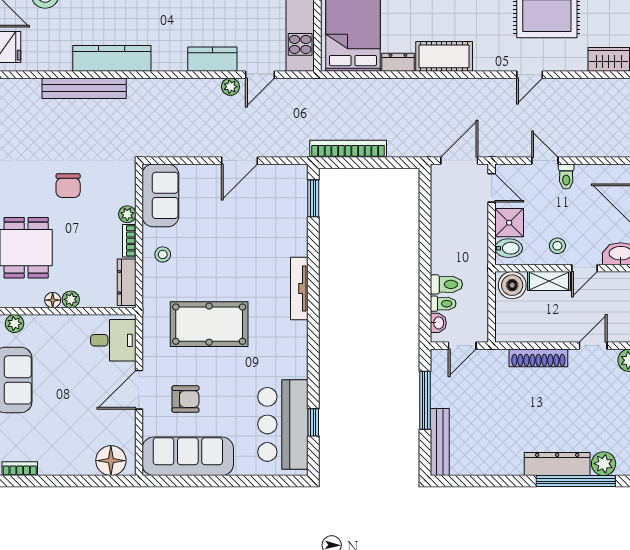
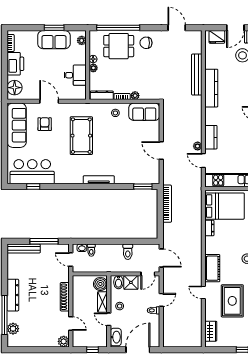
cot: (444, 56) -> (212, 268), moved
chair: (68, 186) -> (146, 43), moved
toilet: (446, 284) -> (128, 252), moved
desk: (113, 340) -> (75, 75), moved, turned -90
armchair: (186, 399) -> (45, 124), turned 180
printer: (62, 459) -> (15, 64), added
dresser: (557, 464) -> (13, 295), moved

